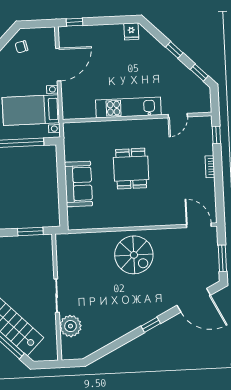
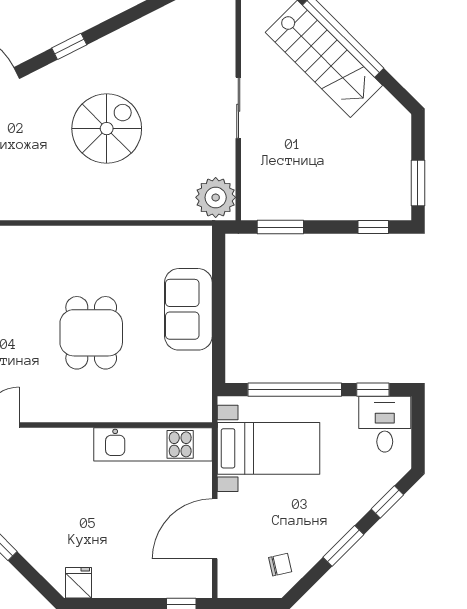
kitchen unit: (128, 107) -> (153, 444), moved
spiral stairs: (134, 255) -> (107, 129), moved, turned 90
plant: (71, 326) -> (216, 197), moved

